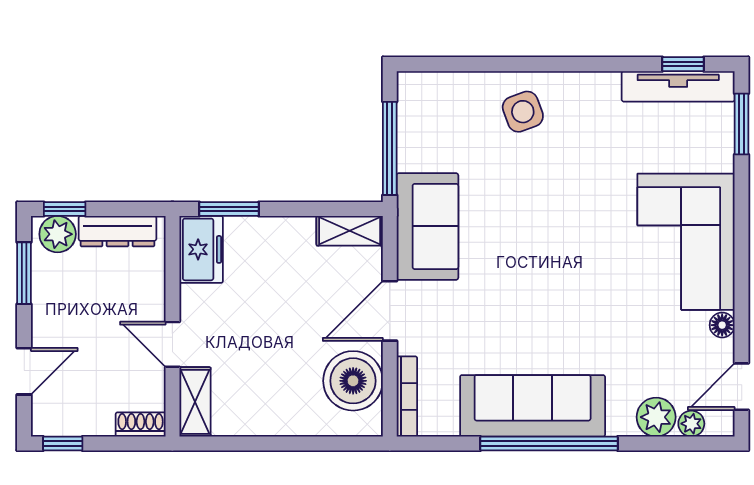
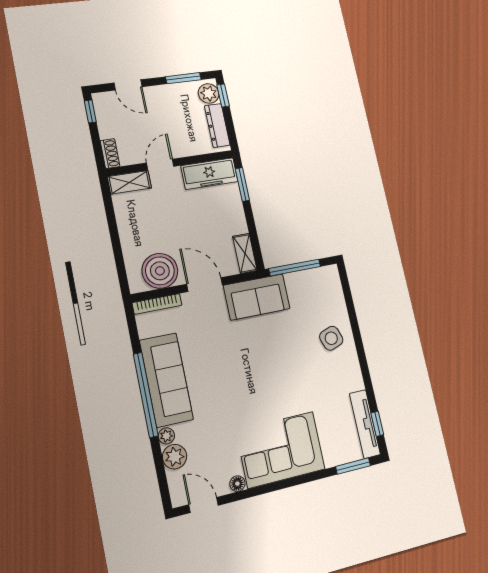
freezer: (201, 249) -> (209, 174), width x1.40
plant: (691, 424) -> (166, 436), moved

